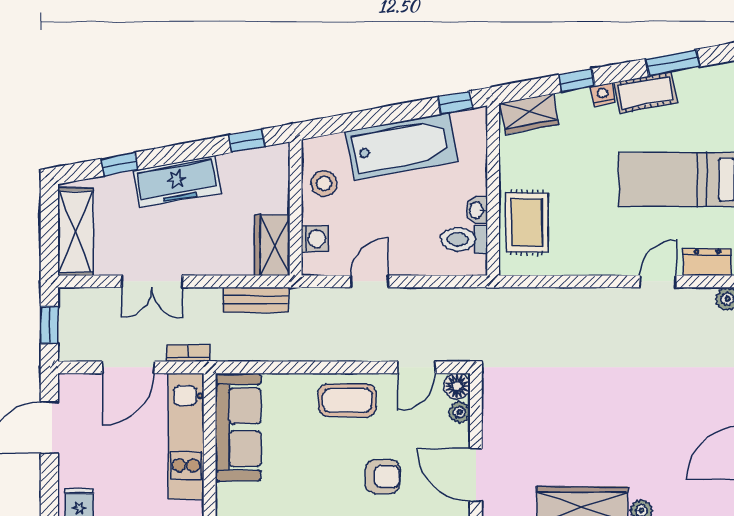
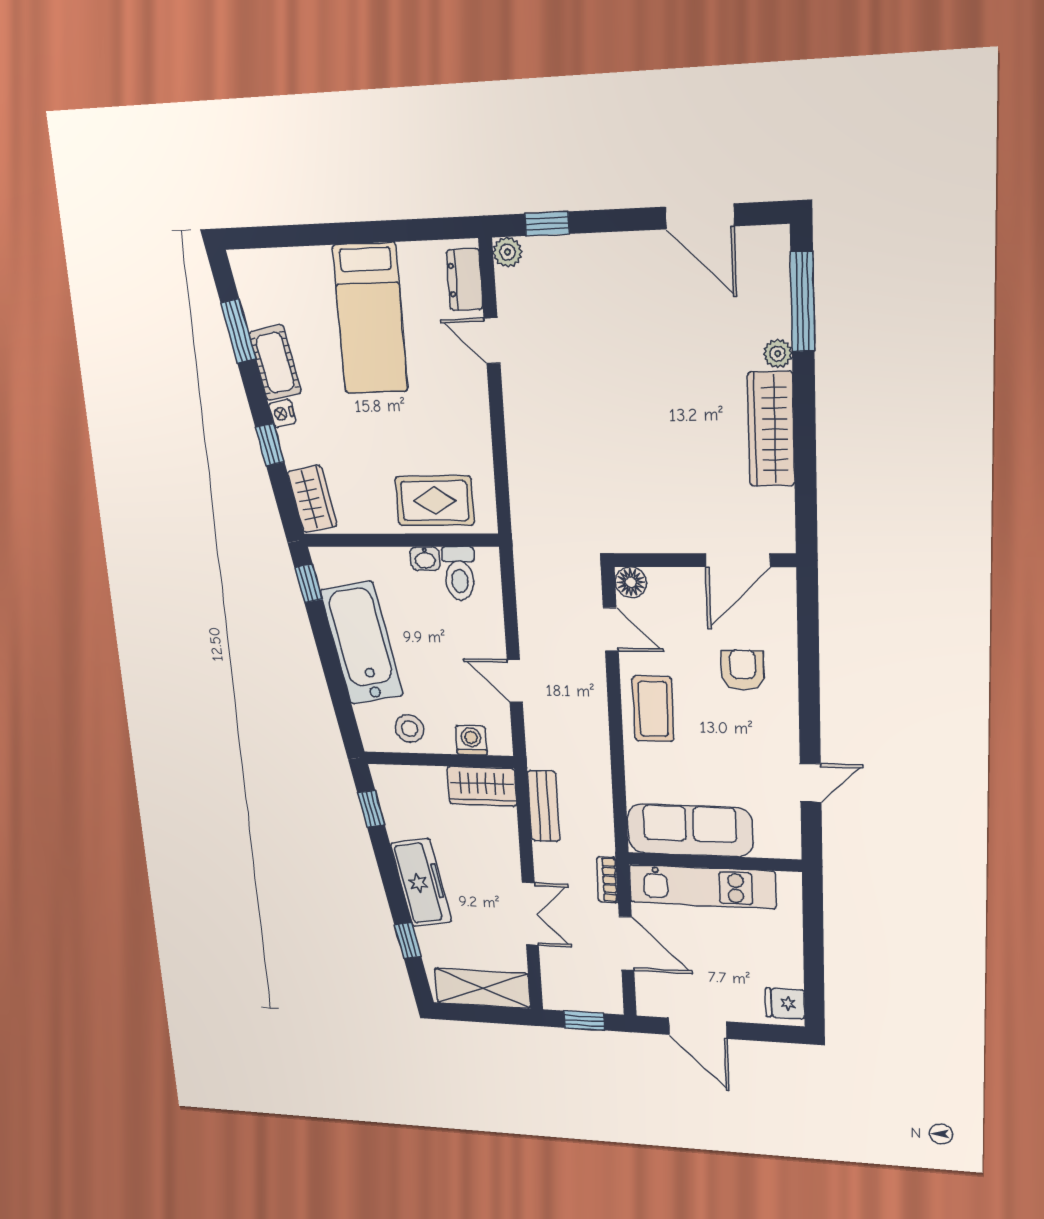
plant: (459, 412) -> (662, 580), removed

